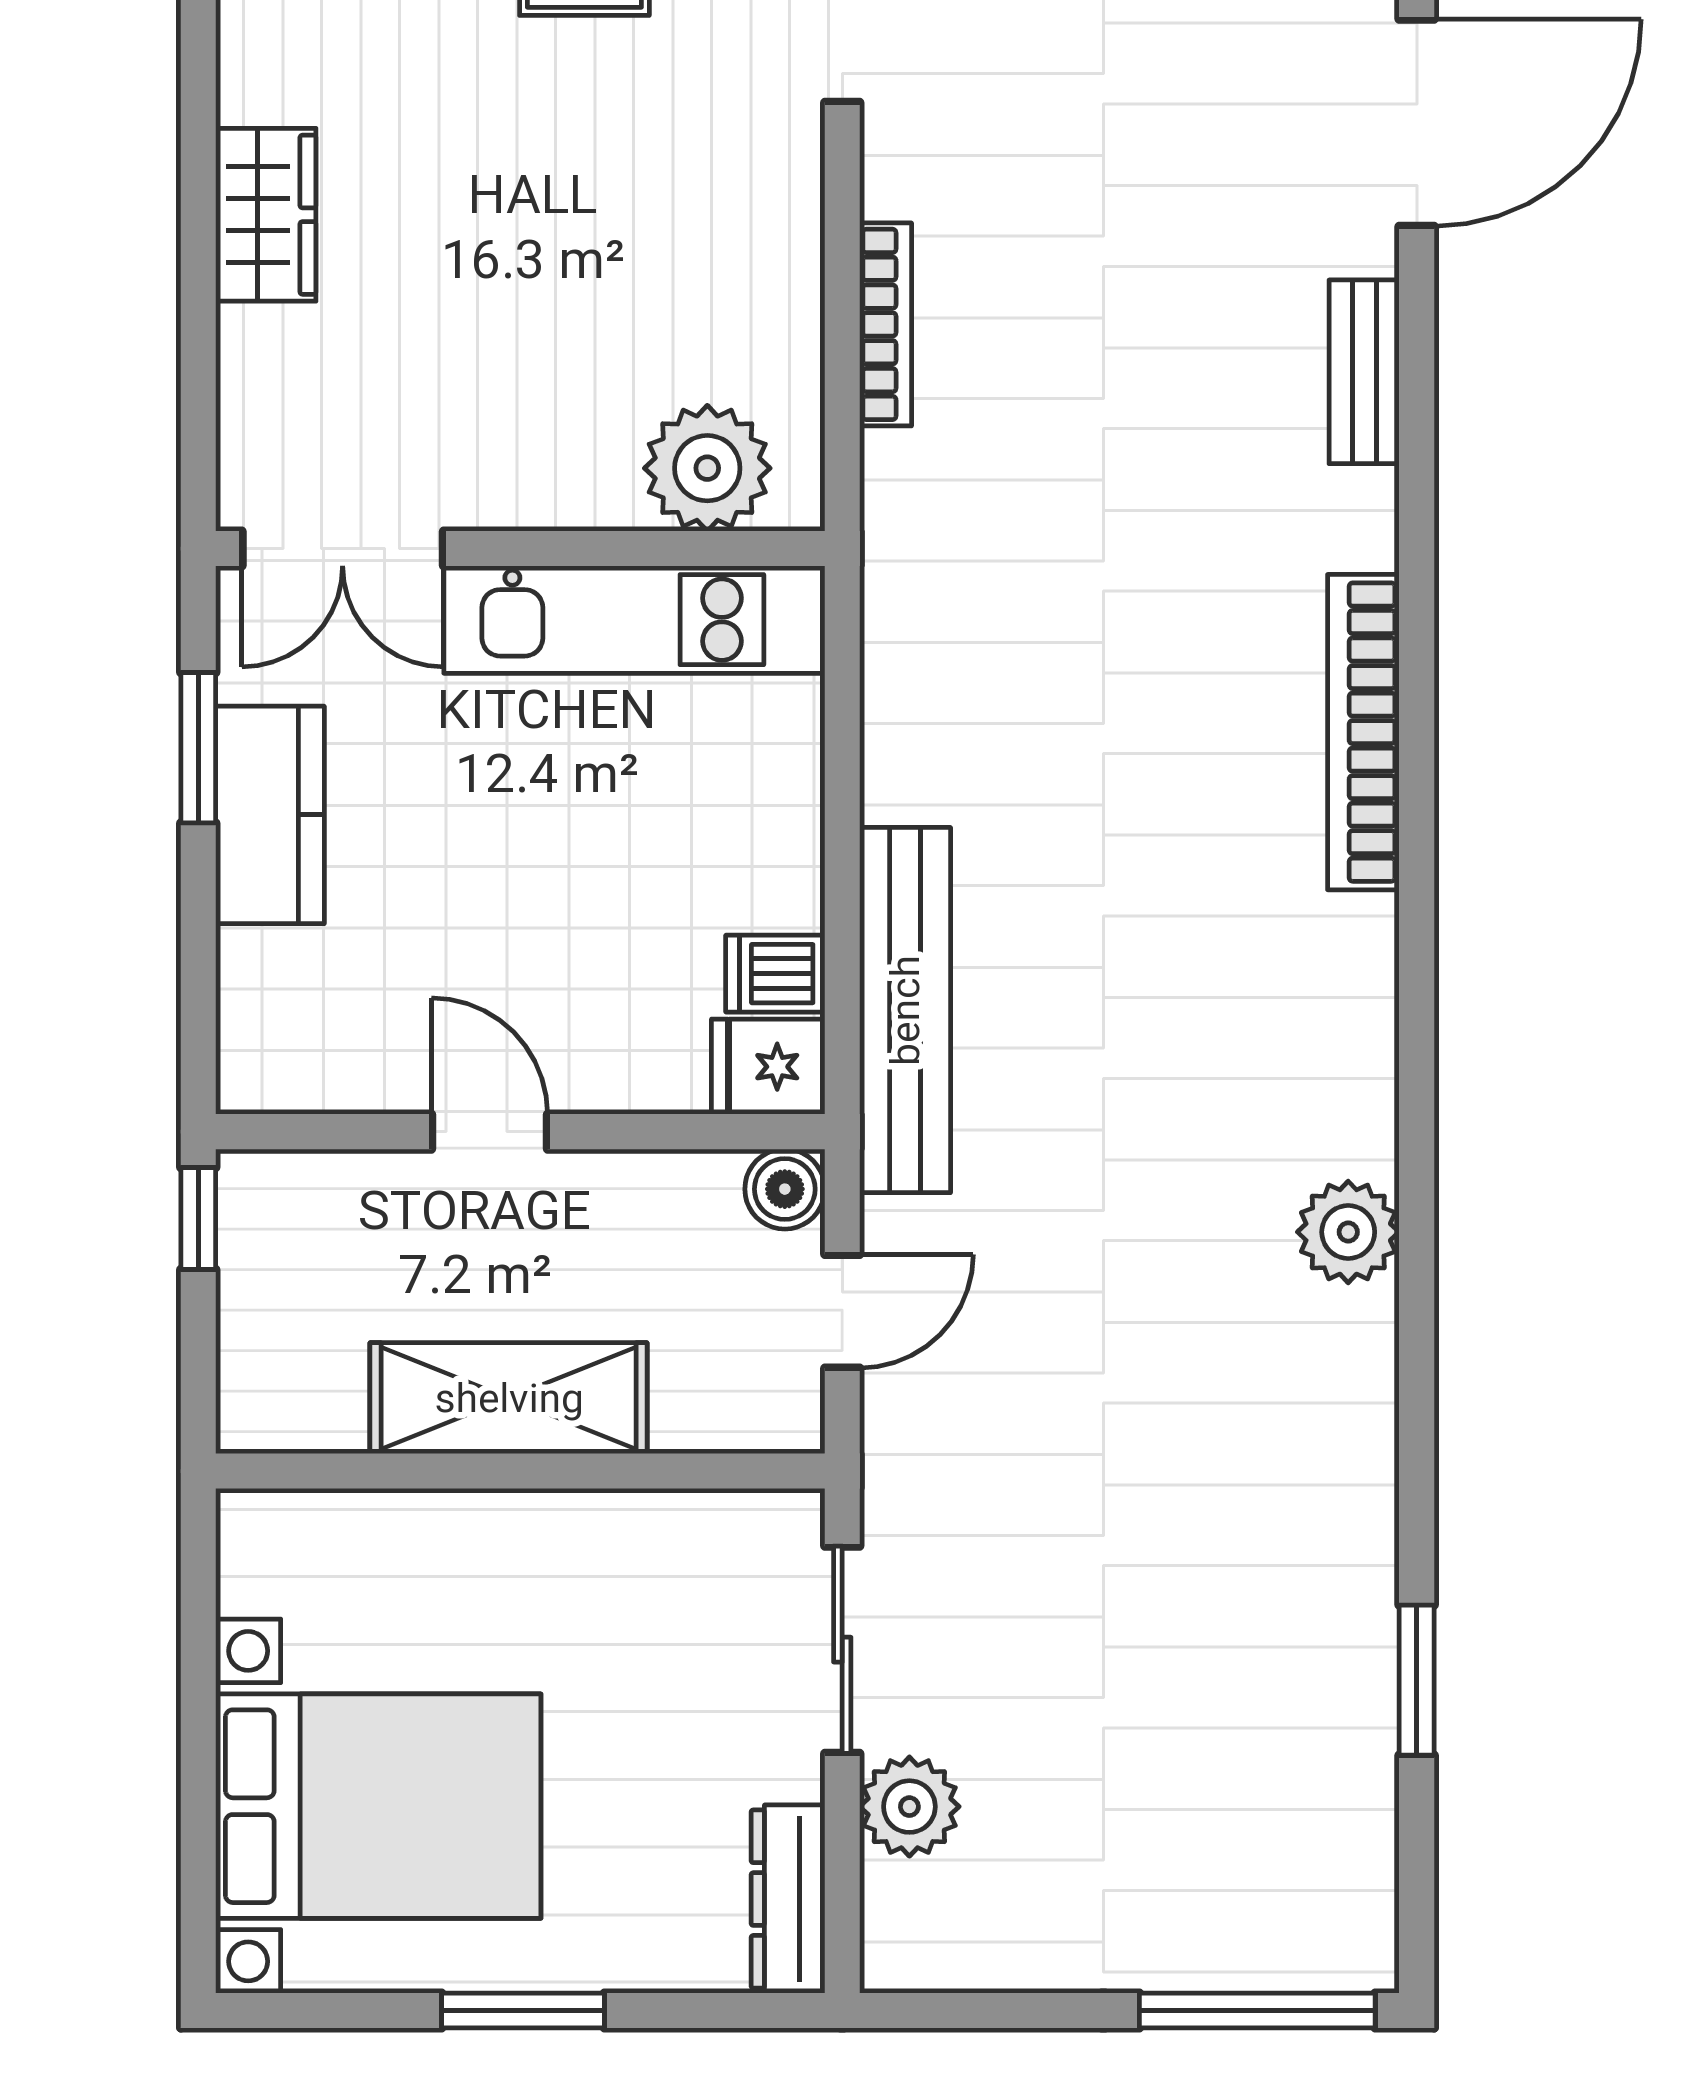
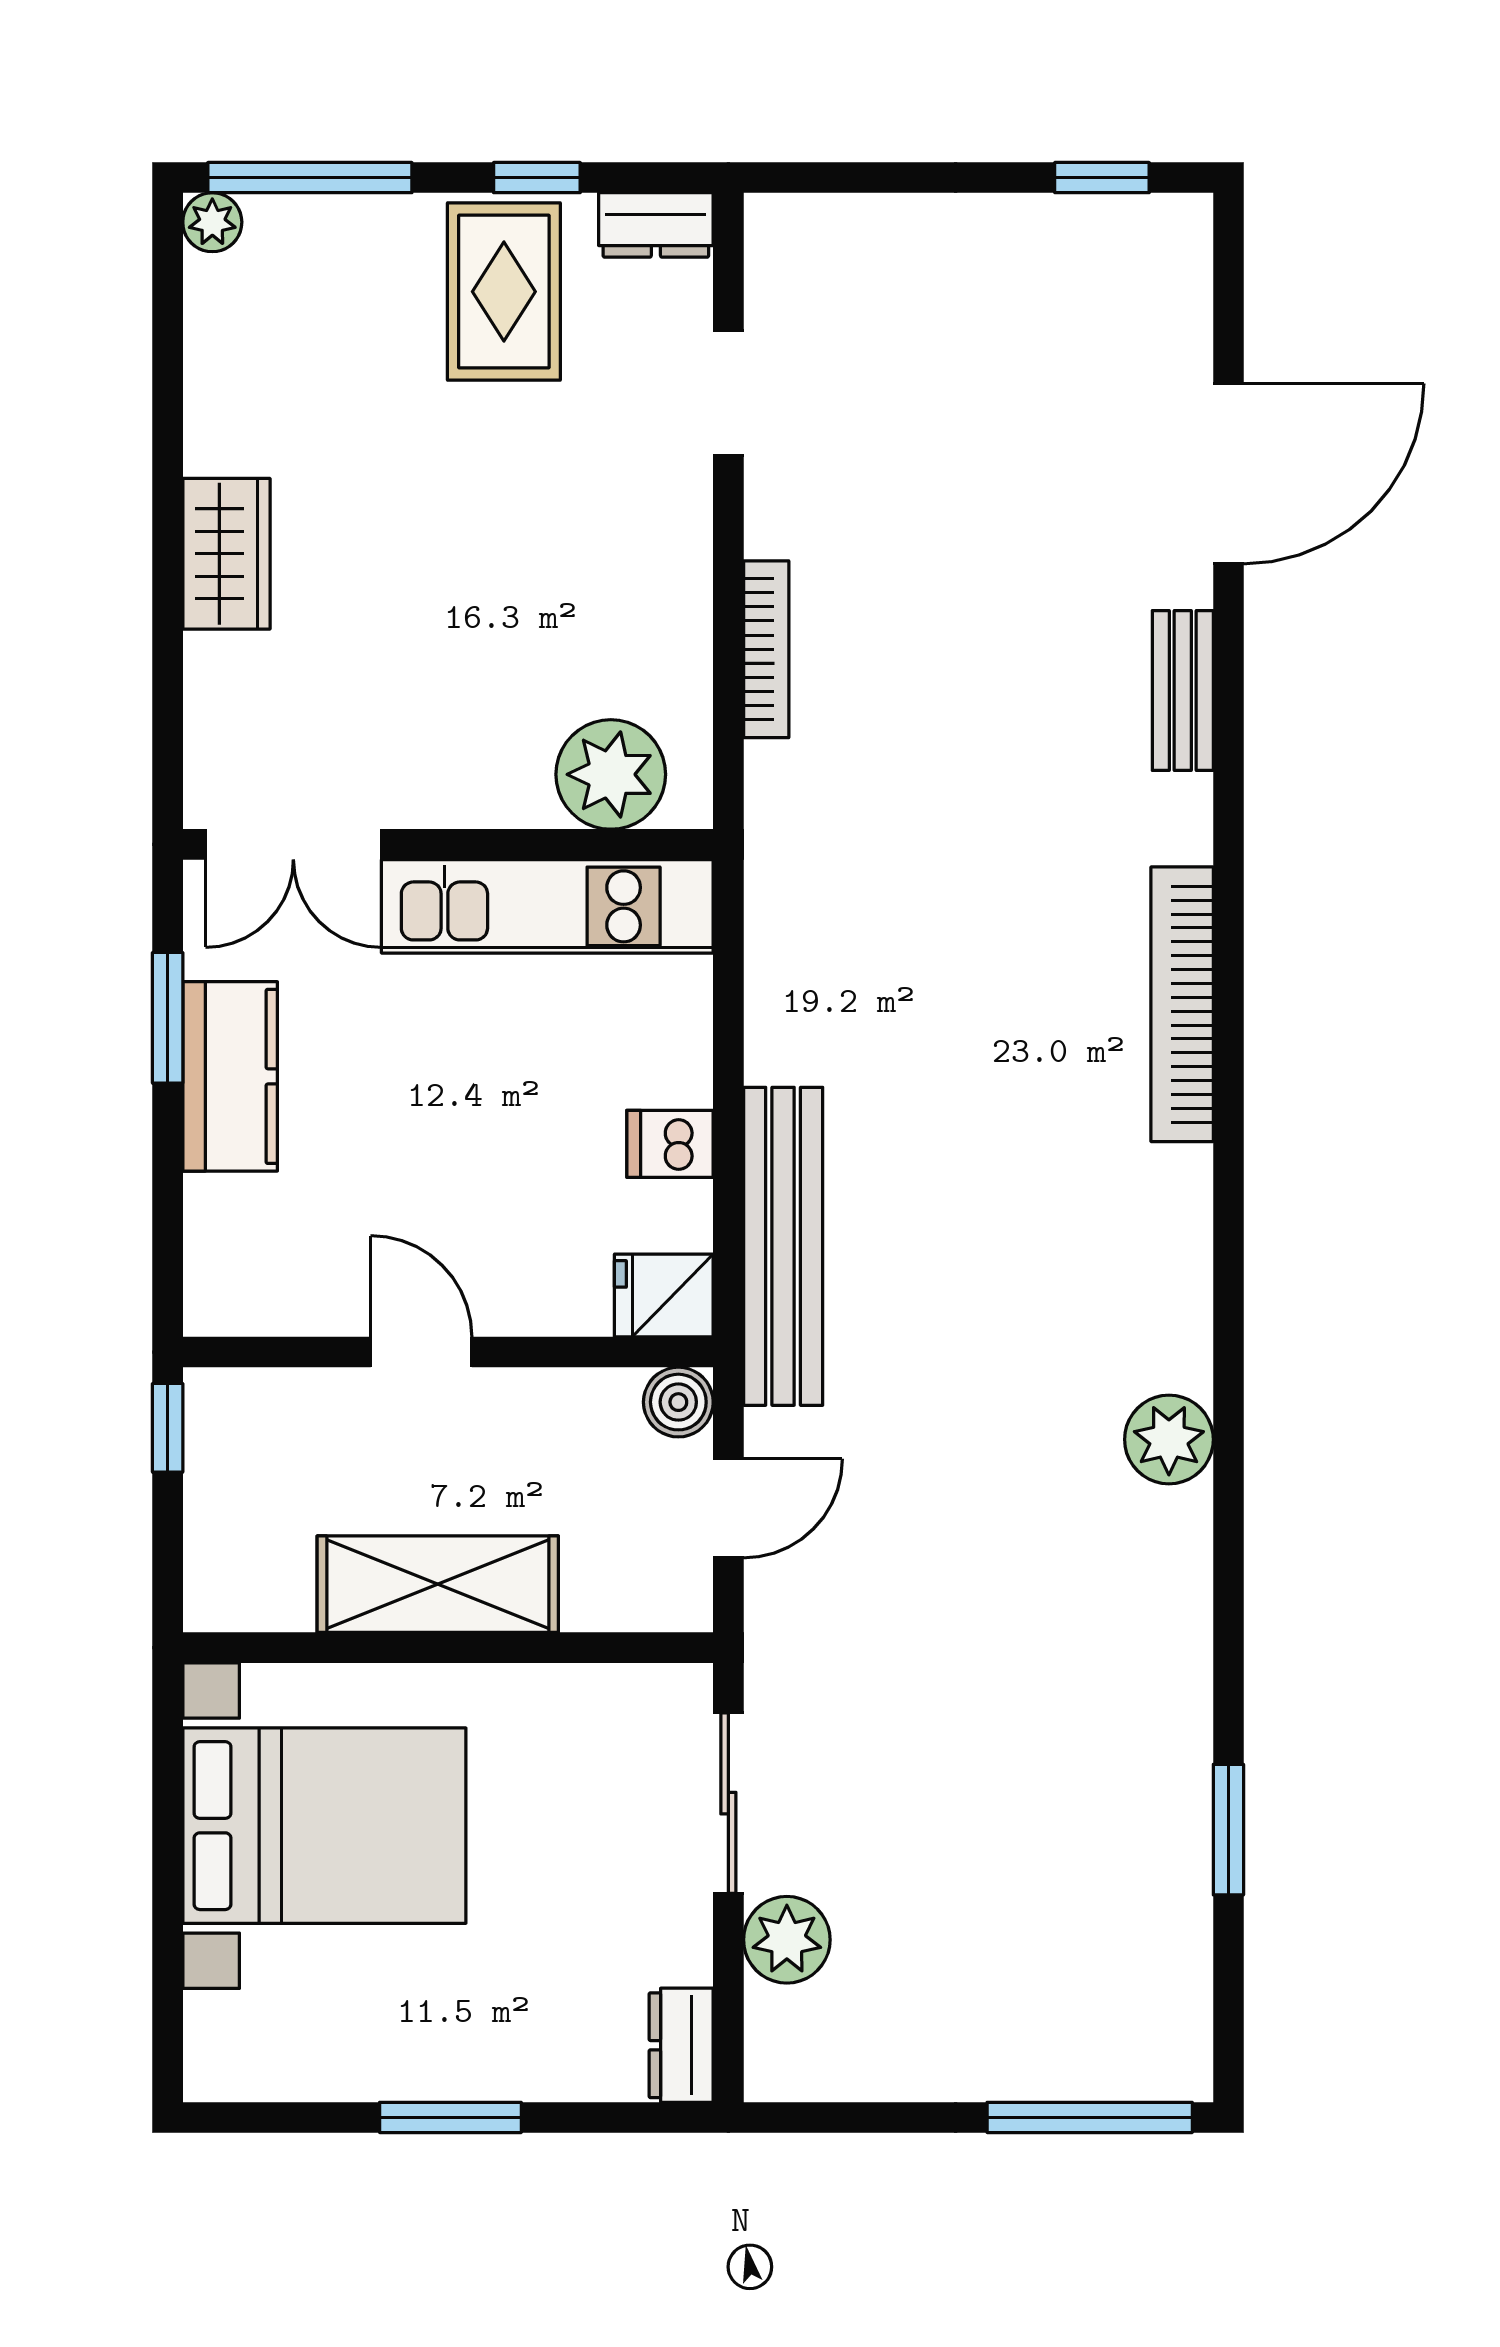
dishwasher: (775, 974) -> (670, 1144), moved
bed with nightstands: (378, 1806) -> (324, 1826), moved
dresser: (788, 1899) -> (681, 2045), width x0.70

